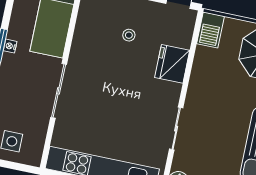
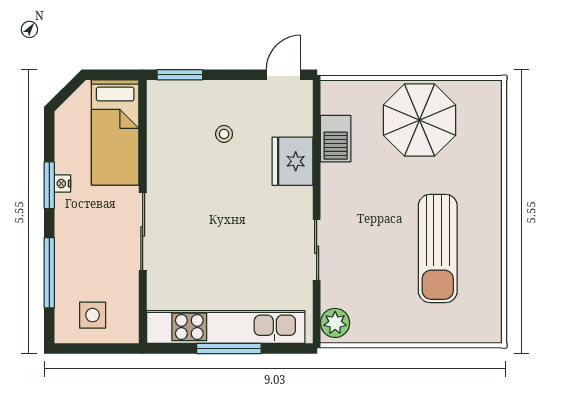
barbecue: (210, 30) -> (336, 139), moved

